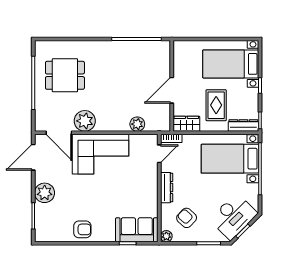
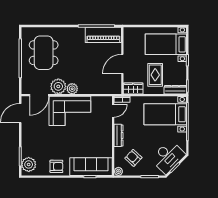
piano: (146, 51) -> (103, 35), added
dining table: (65, 75) -> (44, 53), width x1.38
plant: (137, 124) -> (72, 89), moved
door: (59, 133) -> (39, 95), hinge flipped
plant: (45, 193) -> (29, 164), moved
sofa: (137, 230) -> (91, 167), width x1.36

